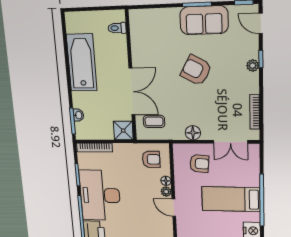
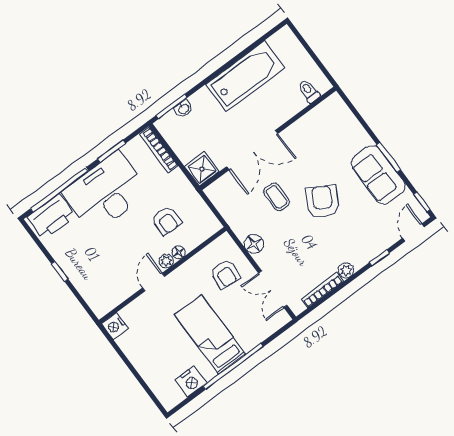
plant: (253, 66) -> (346, 270), moved
coffee table: (154, 121) -> (276, 197), moved
armchair: (151, 159) -> (166, 221), moved

